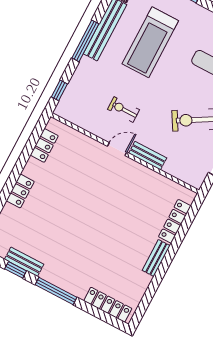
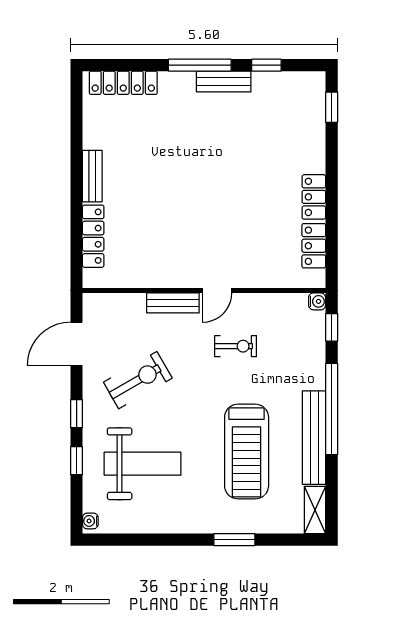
window: (85, 41) -> (332, 409), width x1.46
treadmill: (150, 42) -> (247, 451), turned 180
water cooler: (60, 111) -> (317, 301), added
locker: (20, 191) -> (314, 197), moved
bench: (24, 262) -> (224, 82), moved

